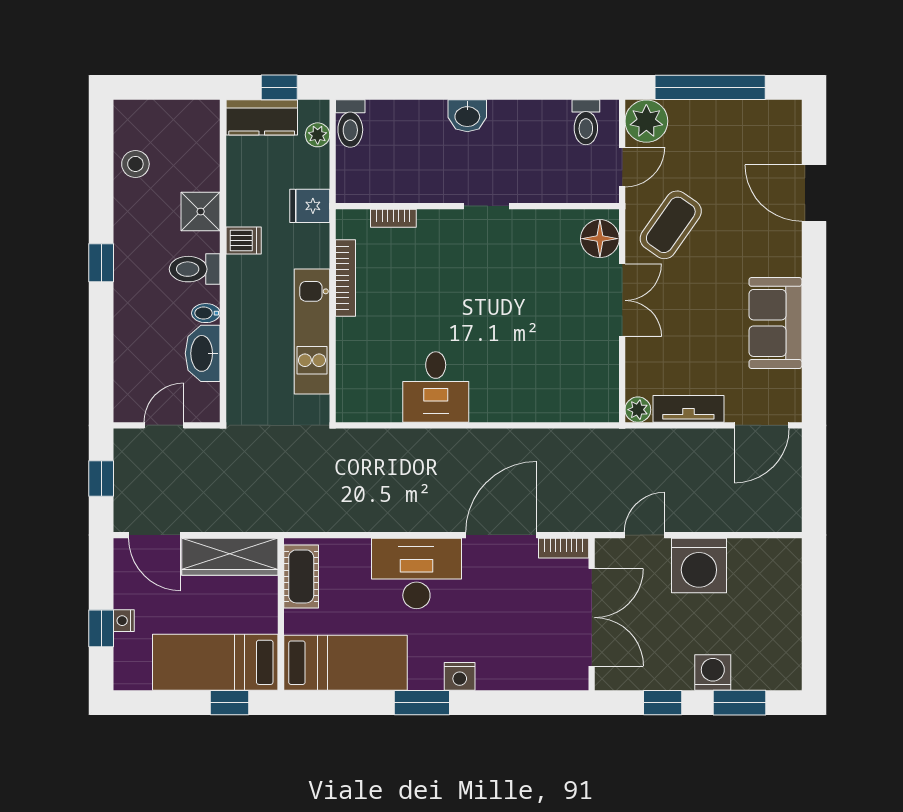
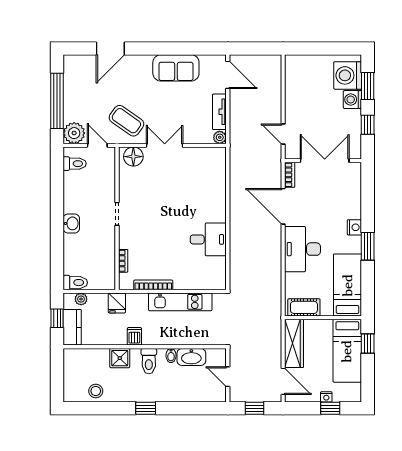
door: (155, 535) -> (283, 381), hinge flipped
washing machine: (699, 566) -> (348, 75), moved, turned 180

